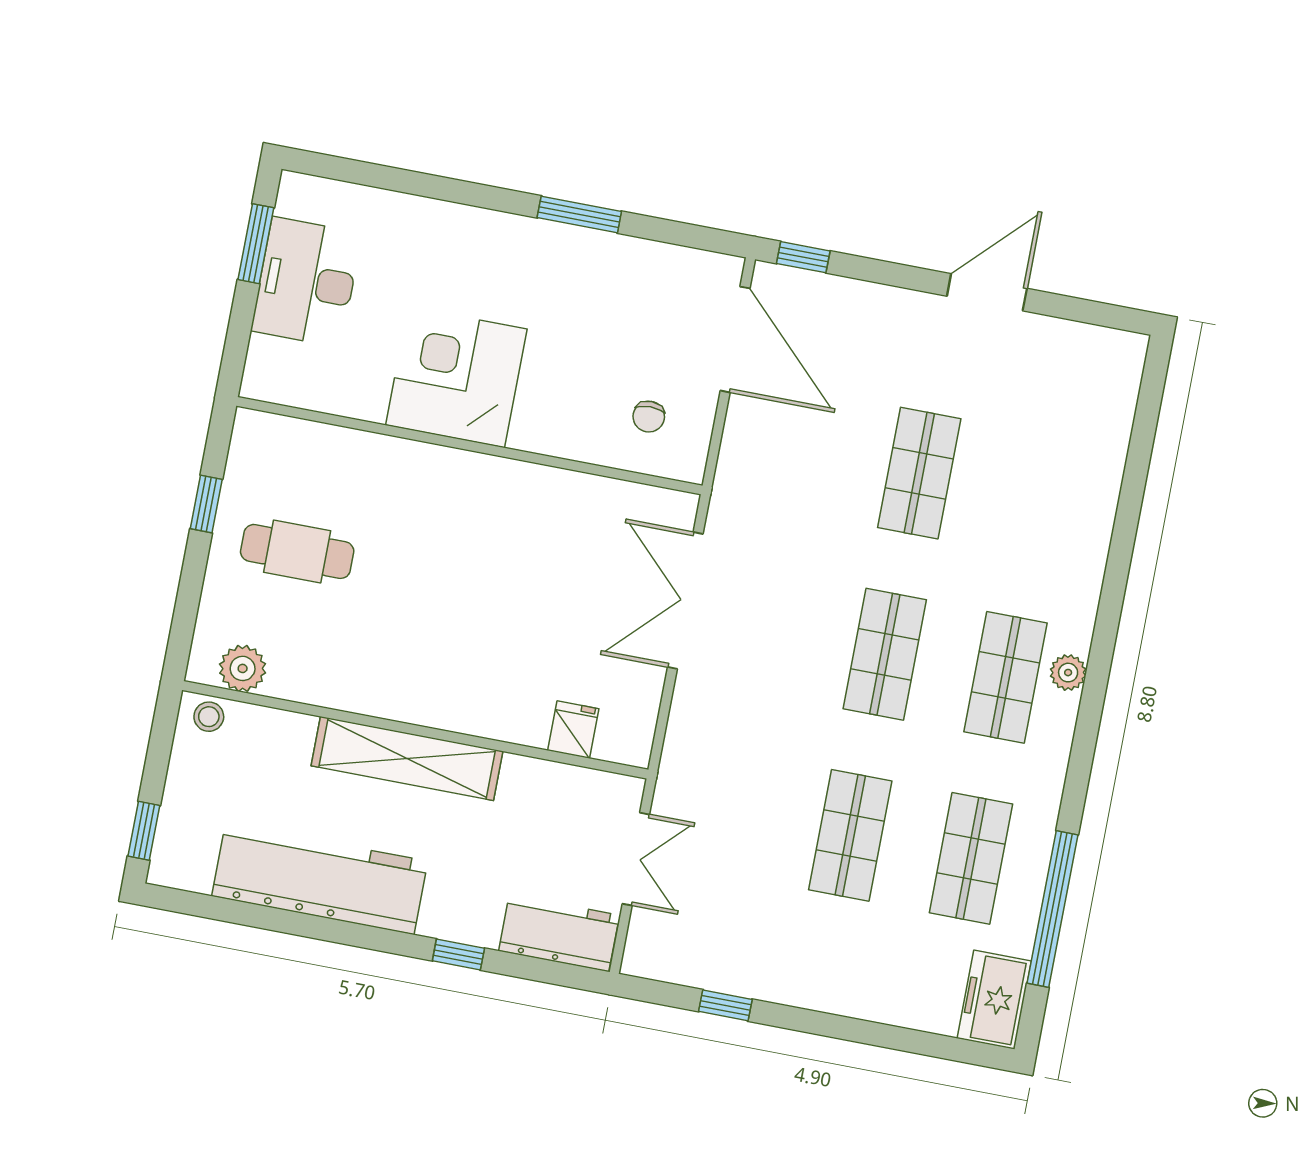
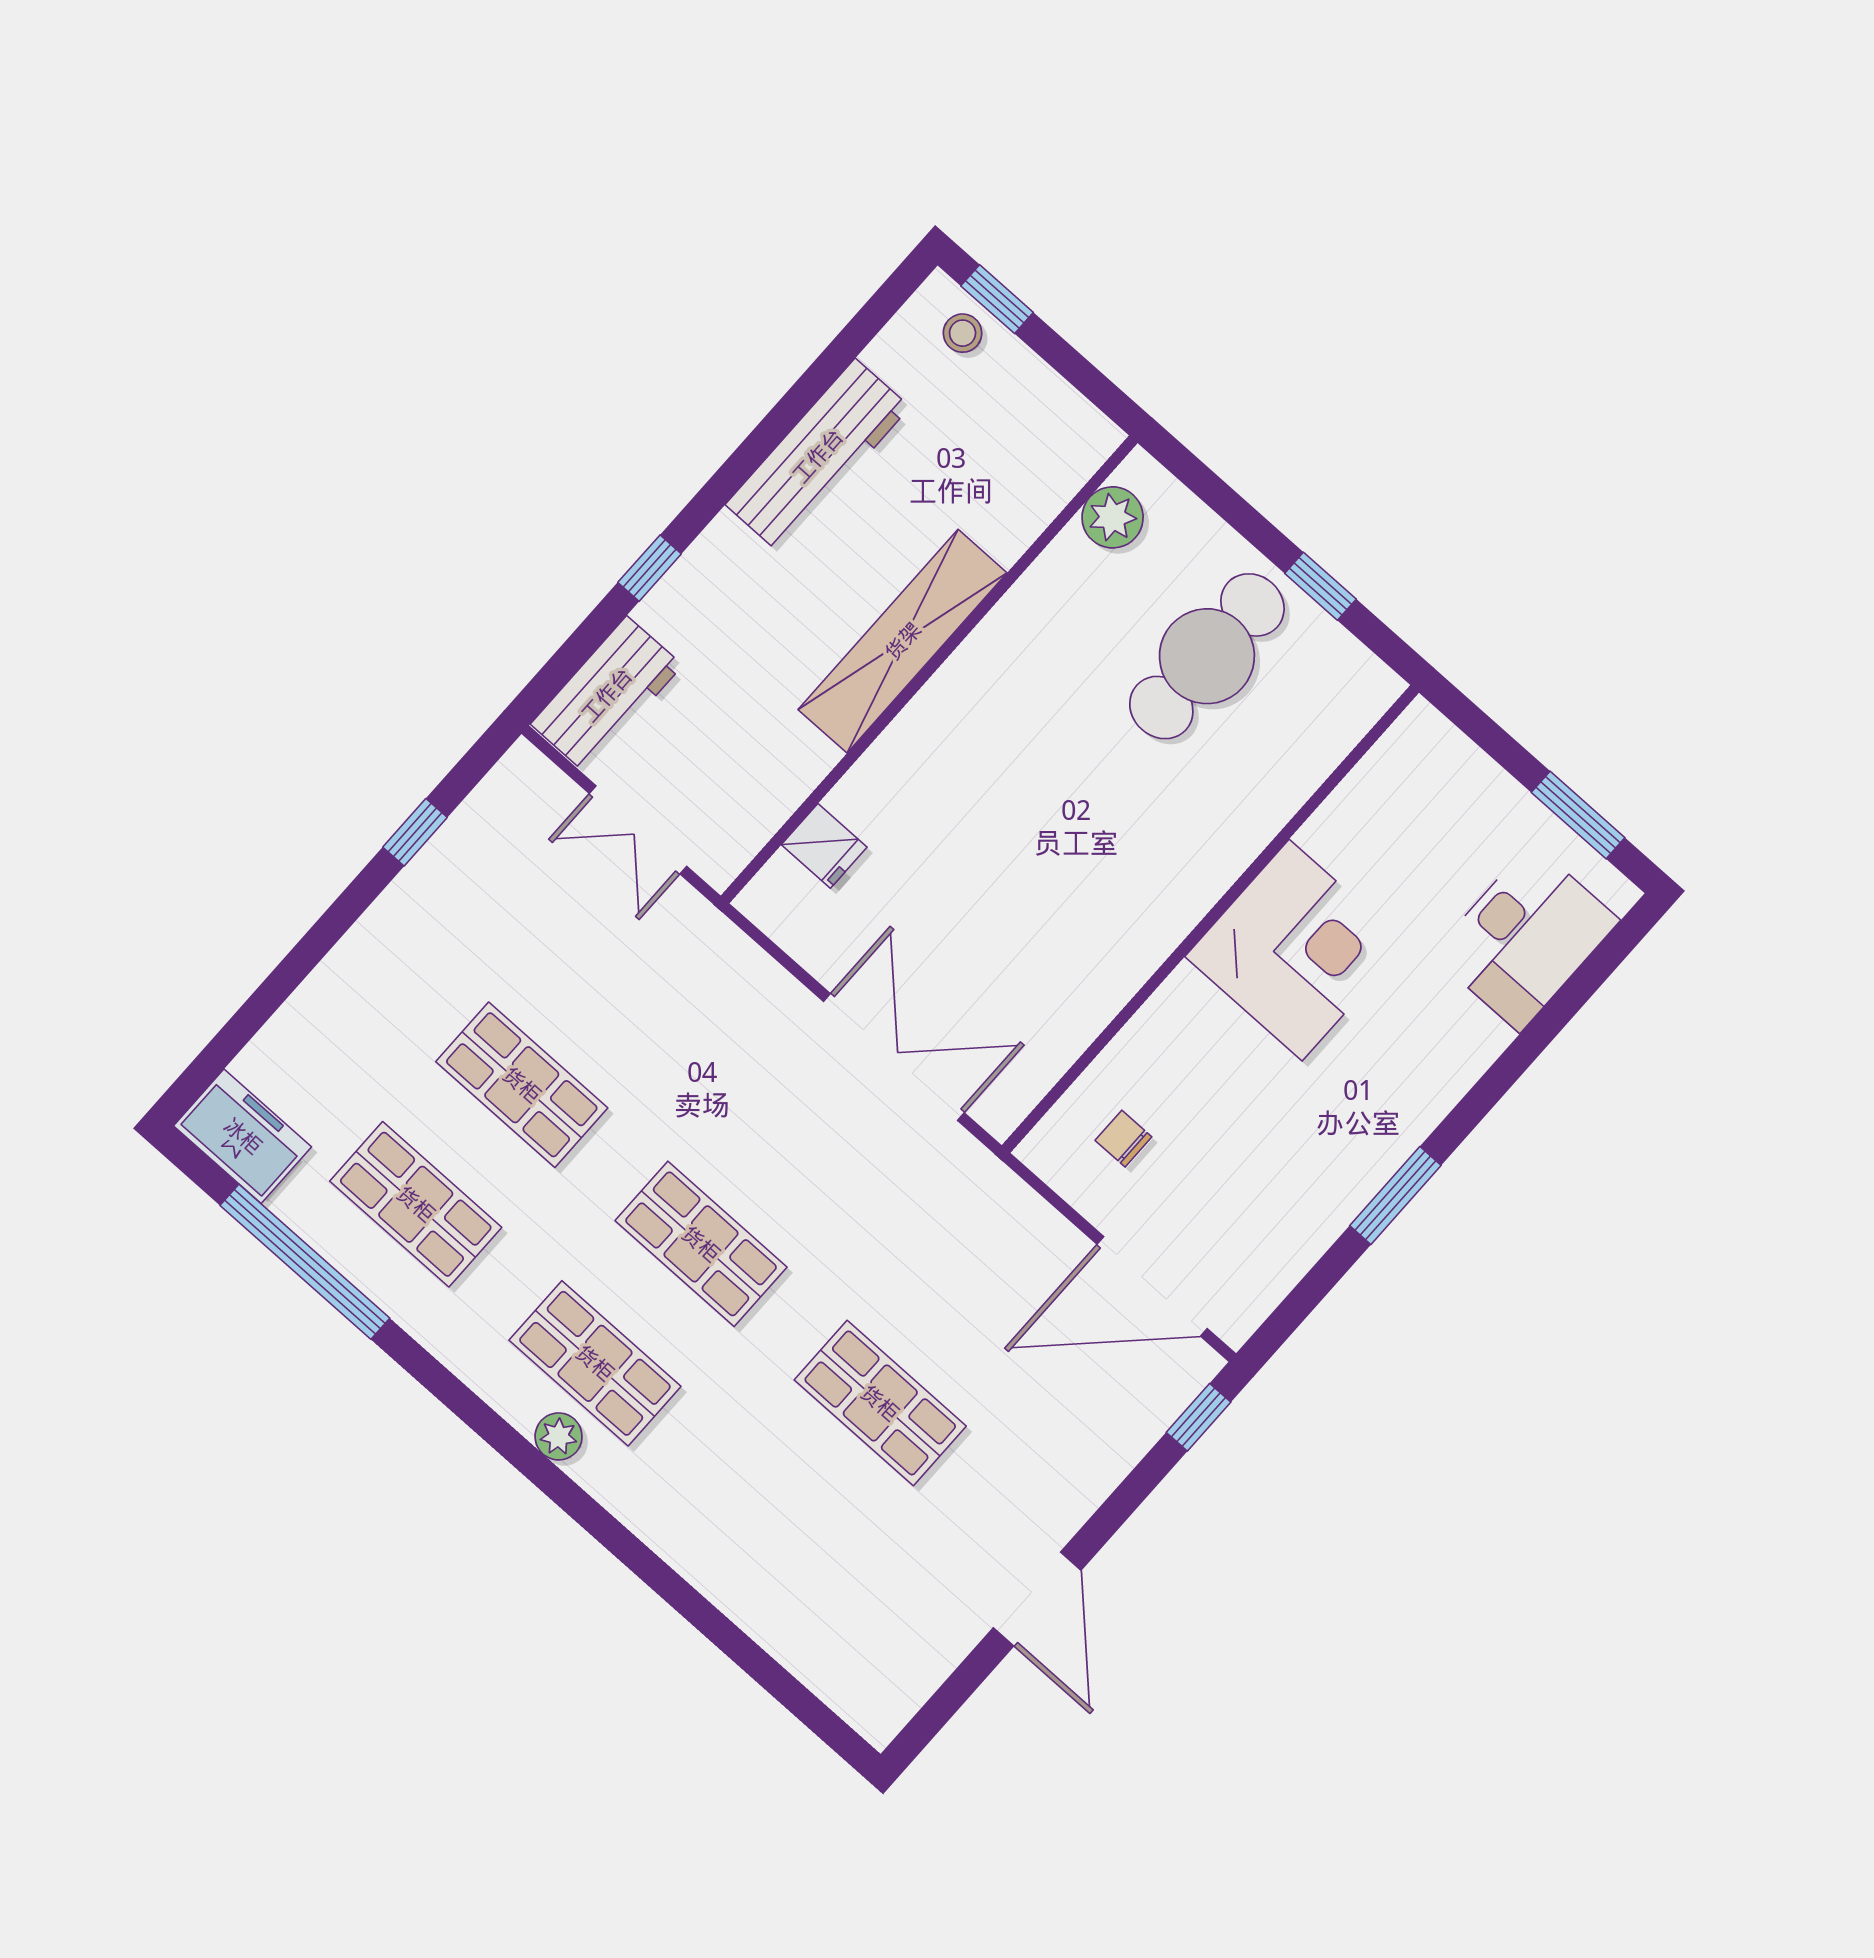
desk: (306, 282) -> (1526, 937), moved, turned 90
cafe table: (297, 551) -> (1207, 656), width x1.37, depth x1.35
stool: (209, 717) -> (963, 333), moved
workbench: (320, 879) -> (818, 456), width x0.73, depth x0.76

